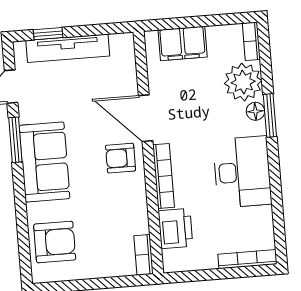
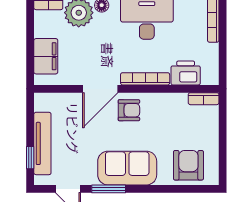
armchair: (121, 158) -> (129, 110), turned -90

